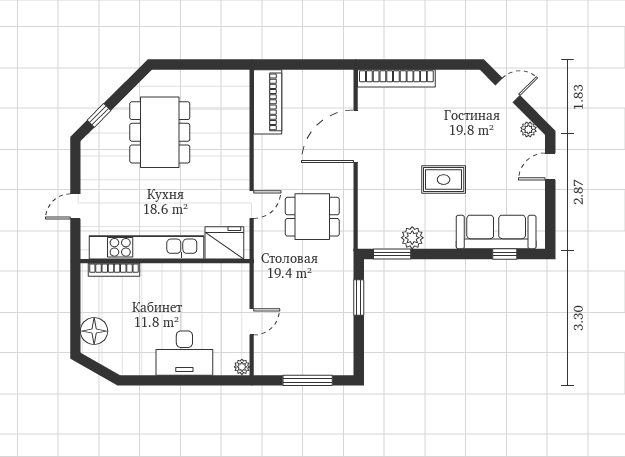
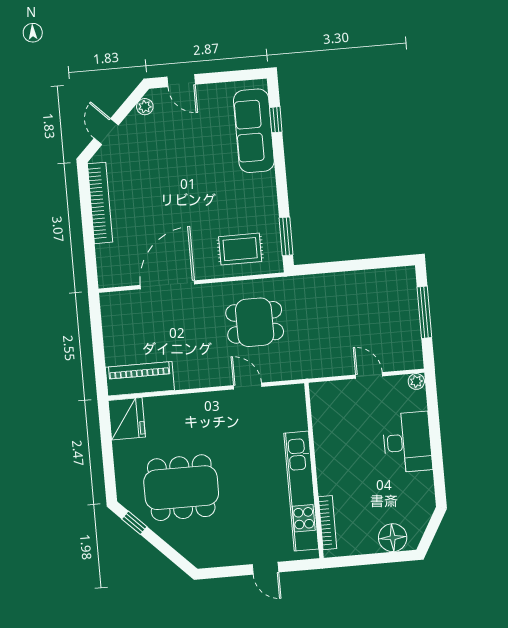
bookcase: (396, 78) -> (100, 203), moved
window: (99, 115) -> (134, 523), moved
door: (356, 136) -> (167, 285), swing flipped
rug: (444, 180) -> (240, 249), moved, turned 90
dining table: (312, 217) -> (255, 322), turned 90
plant: (412, 238) -> (267, 217), removed
fridge: (224, 243) -> (127, 419), moved, turned 180
window: (359, 298) -> (334, 267), removed

